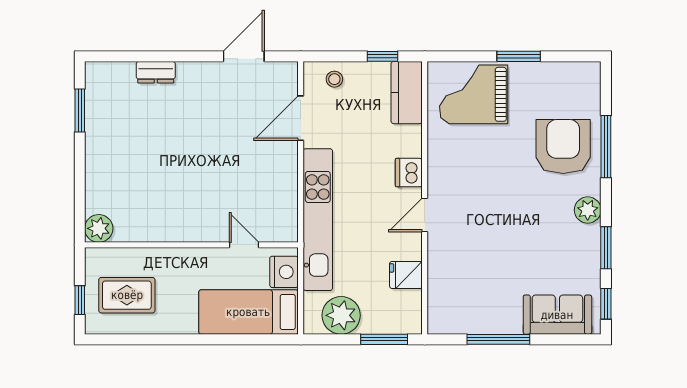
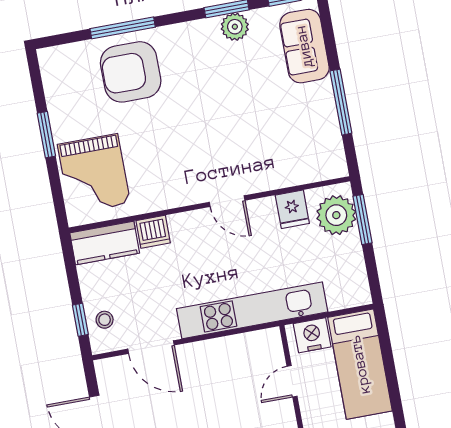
window: (382, 56) -> (80, 320), moved
dishwasher: (409, 173) -> (153, 232), moved
plant: (588, 210) -> (235, 27), moved
plant: (341, 315) -> (336, 215), moved

